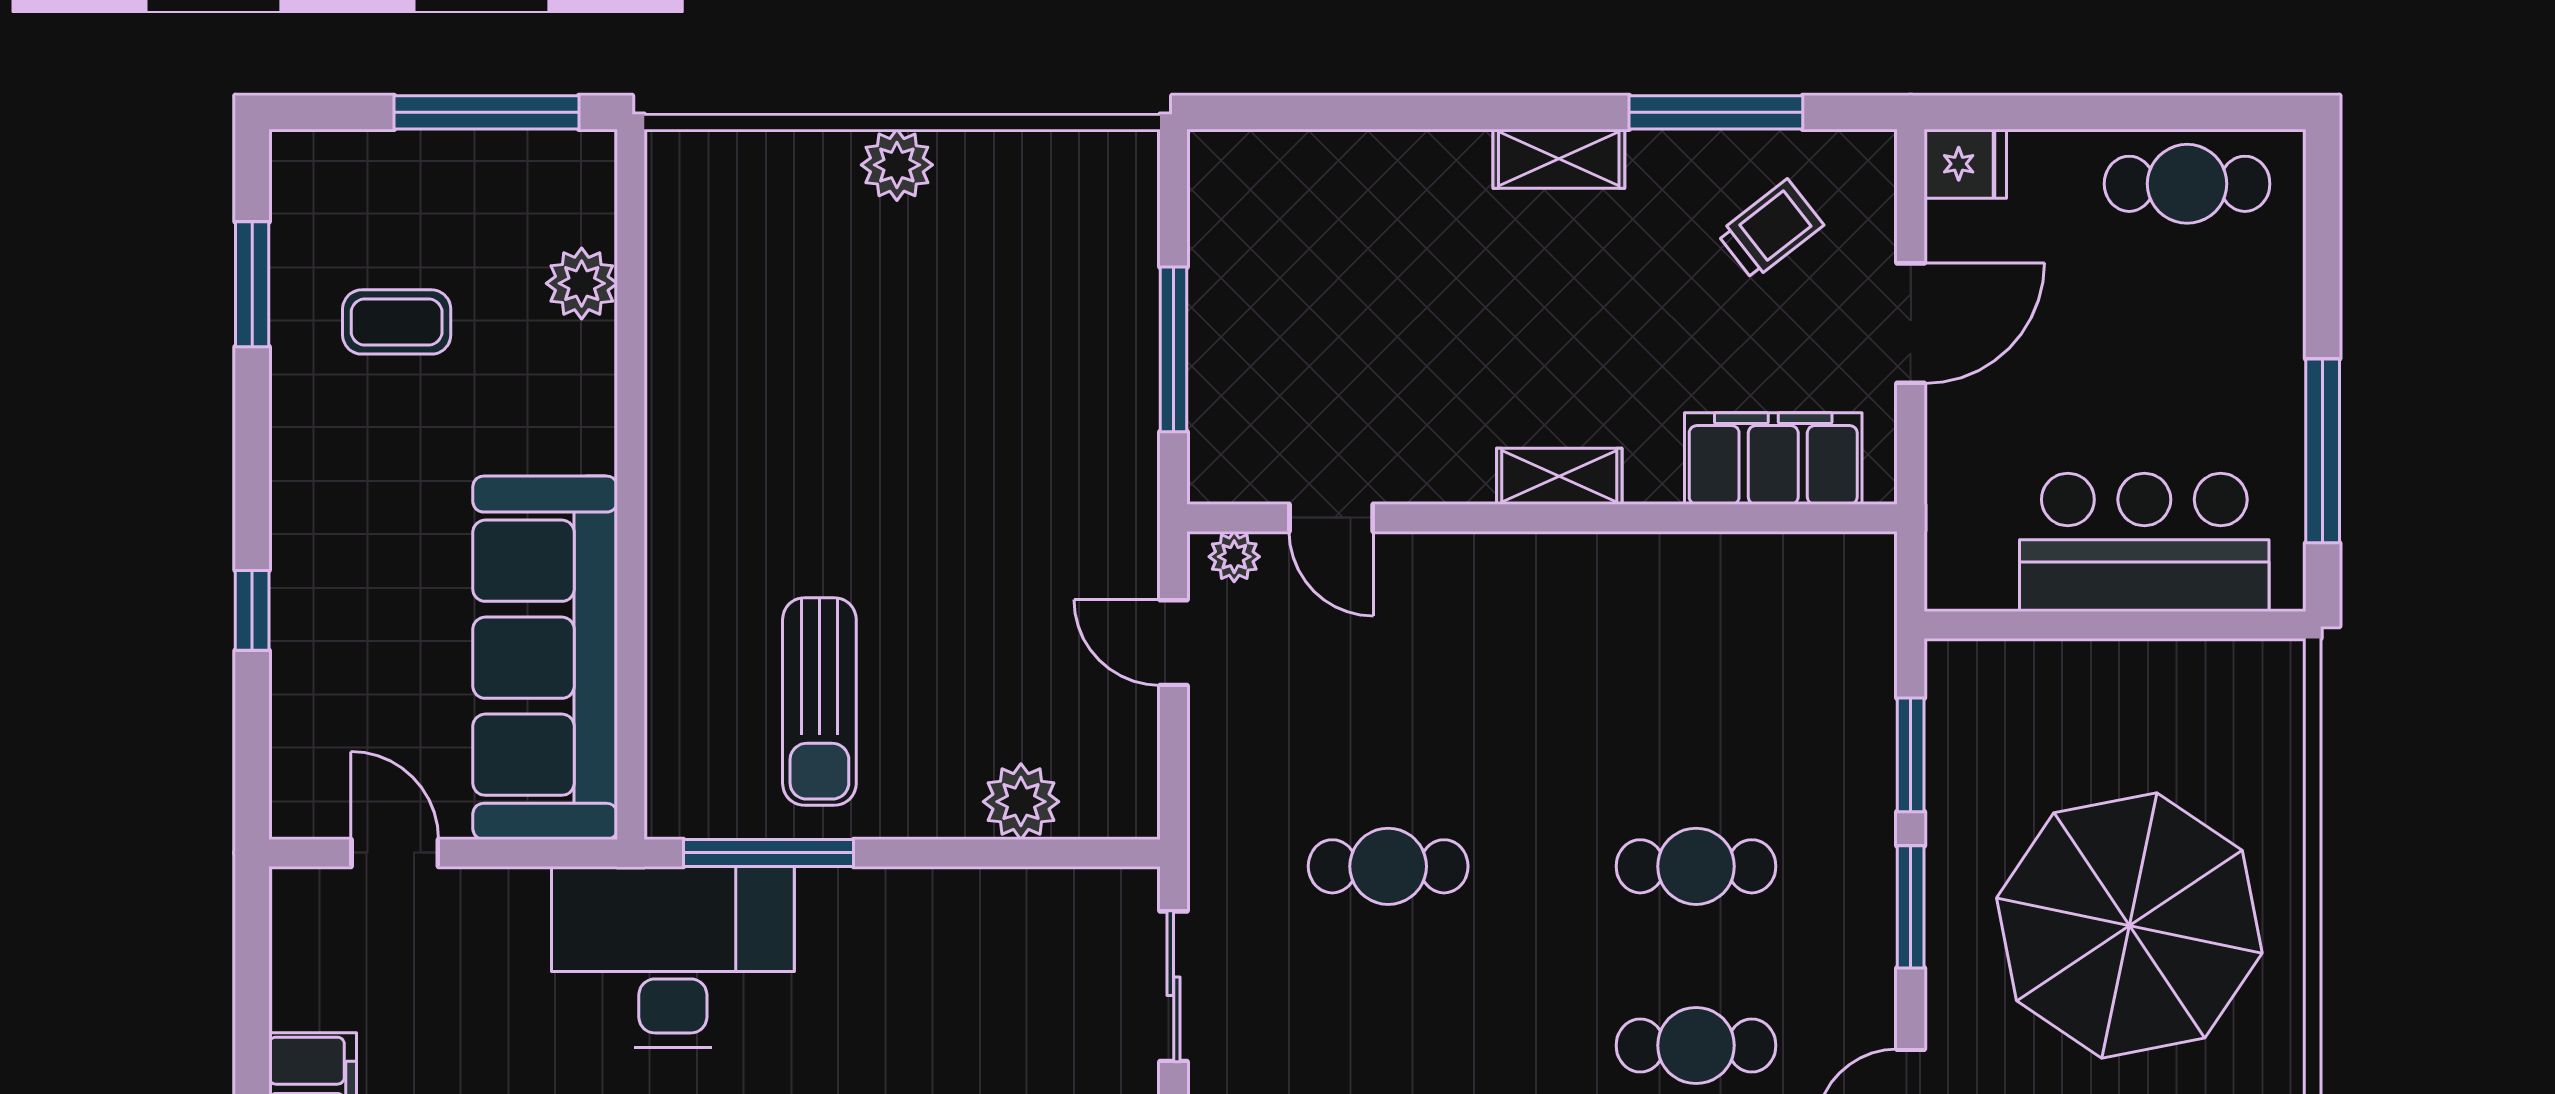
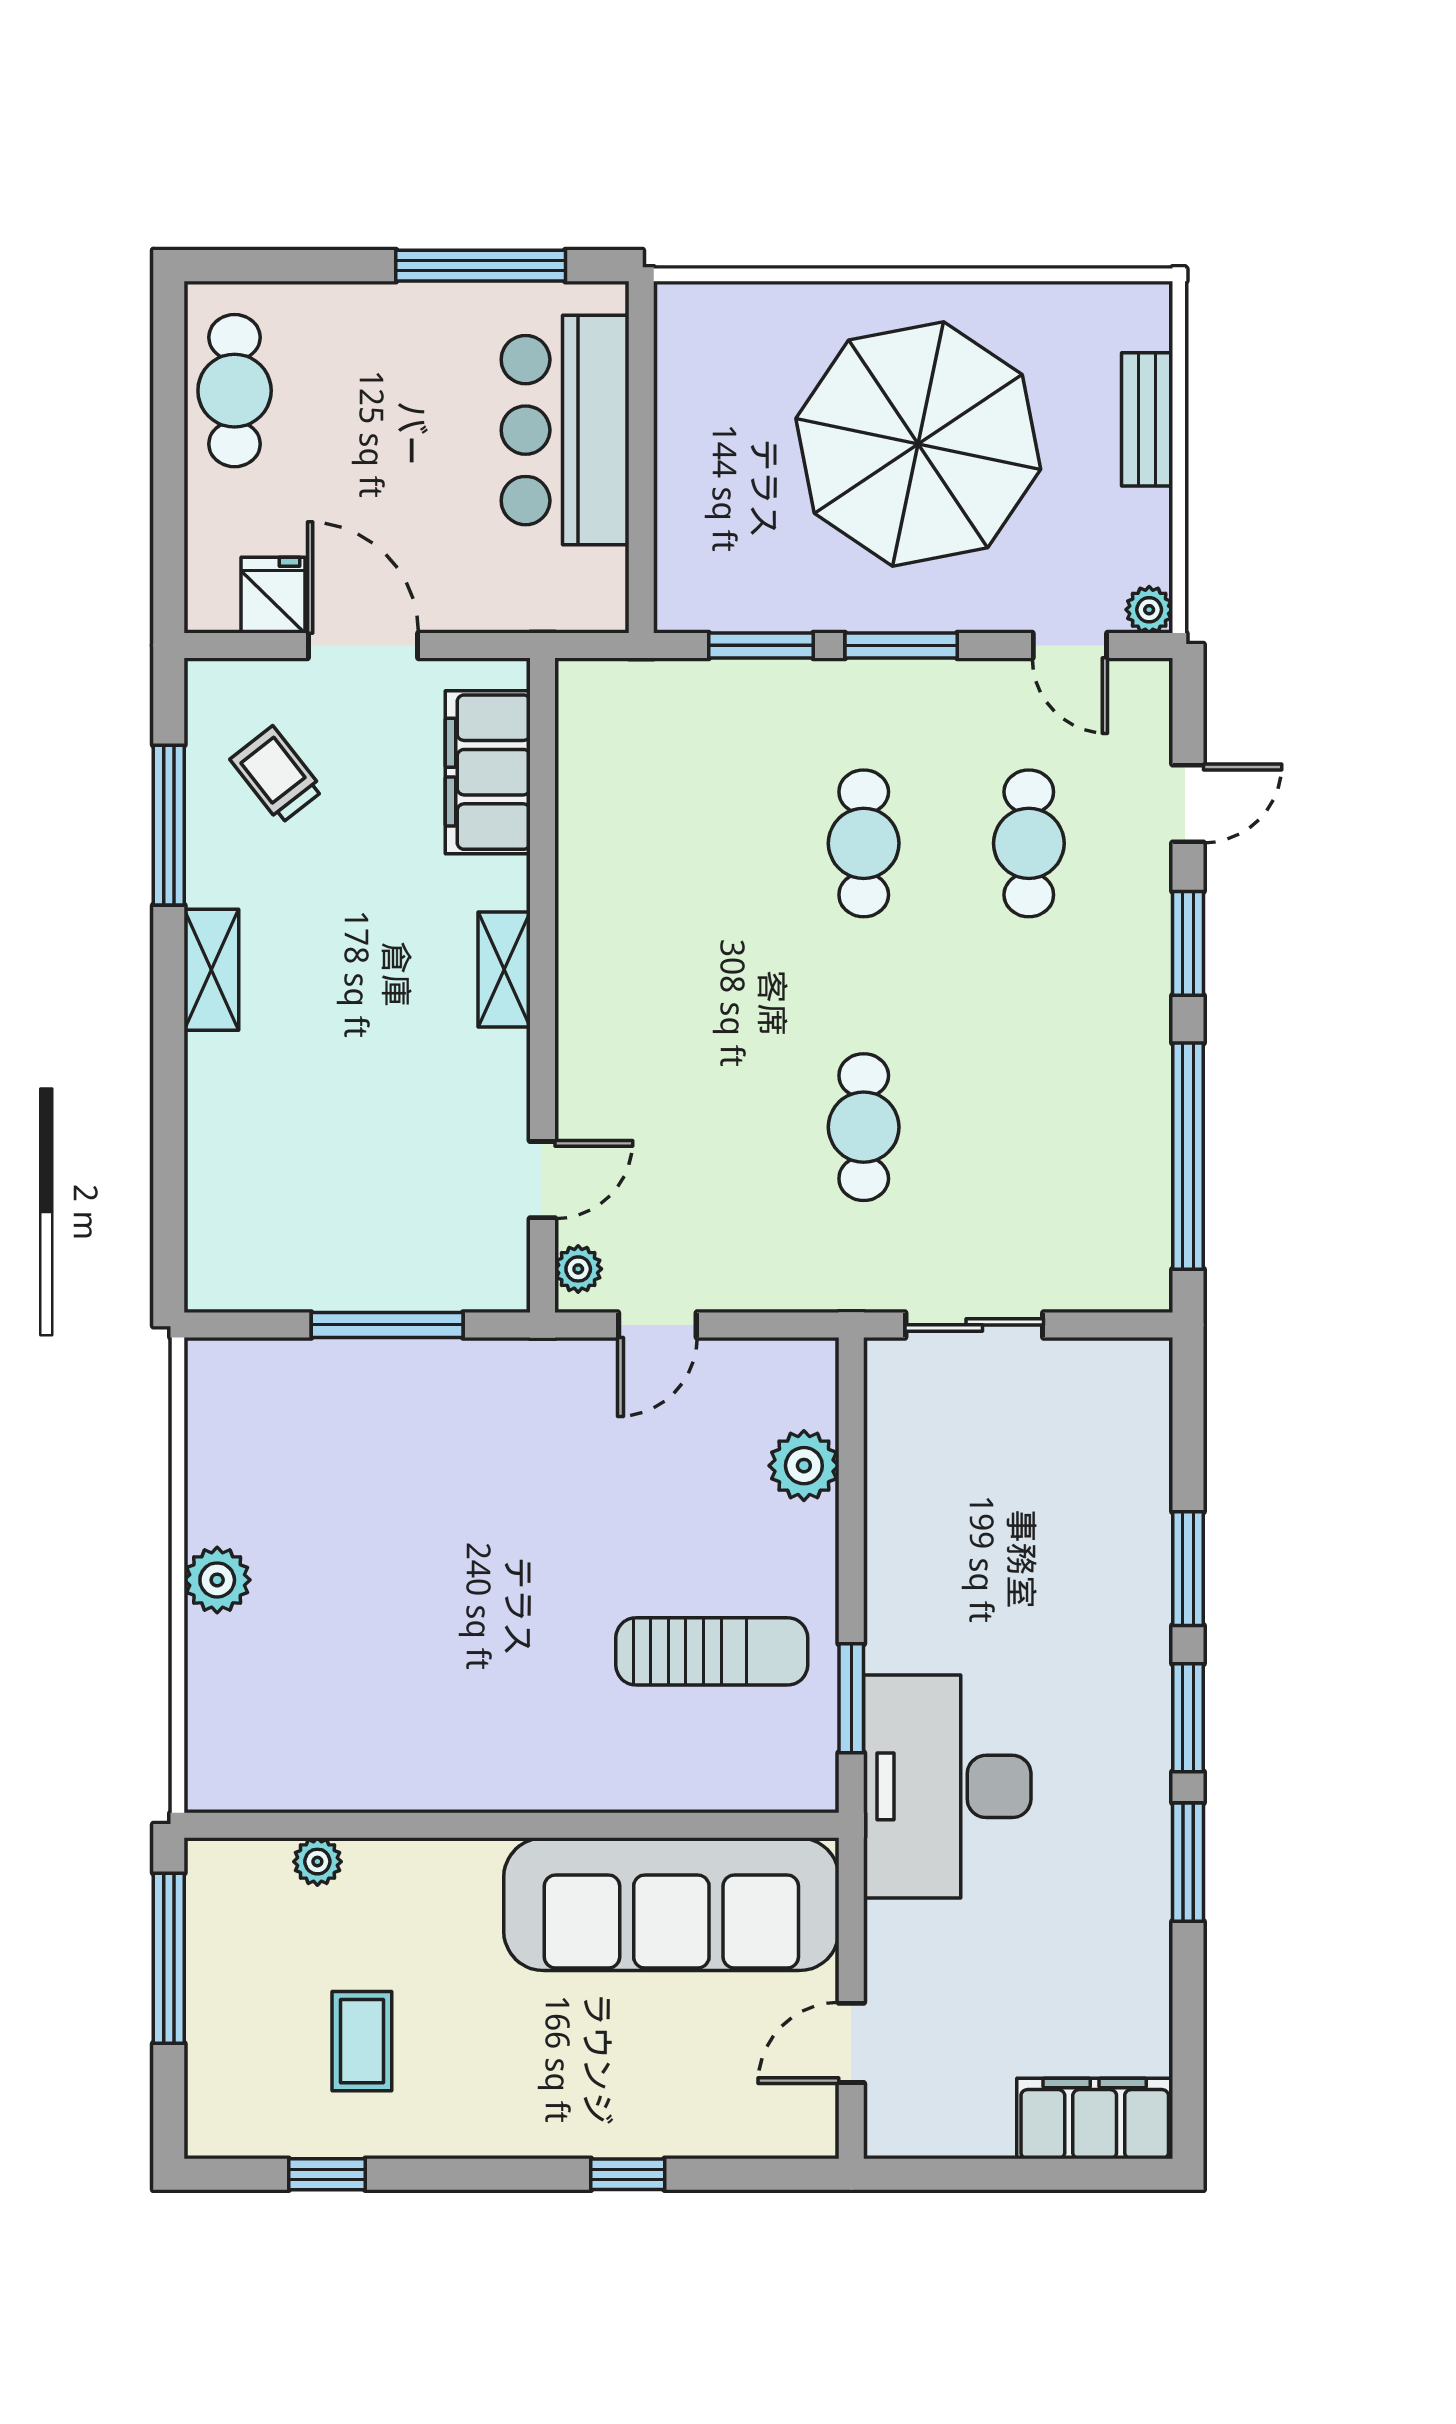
fridge: (1965, 164) -> (273, 595), moved
plant: (582, 283) -> (317, 1862), width x0.73, depth x0.73
window: (252, 284) -> (327, 2174), width x0.67
window: (769, 853) -> (851, 1698), width x0.69

